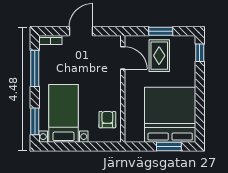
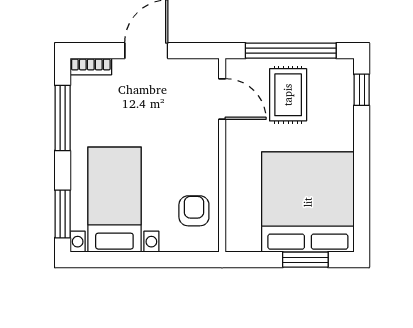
window: (161, 31) -> (291, 51), width x2.11

